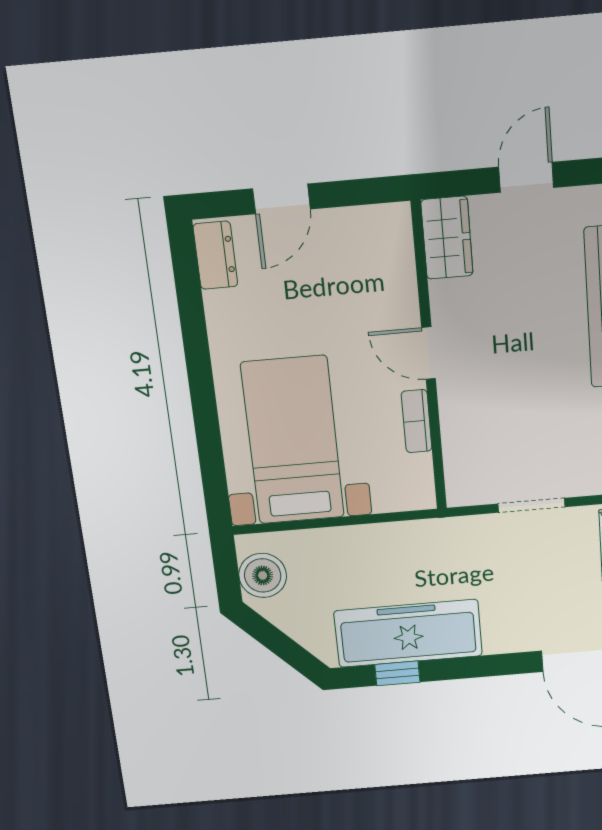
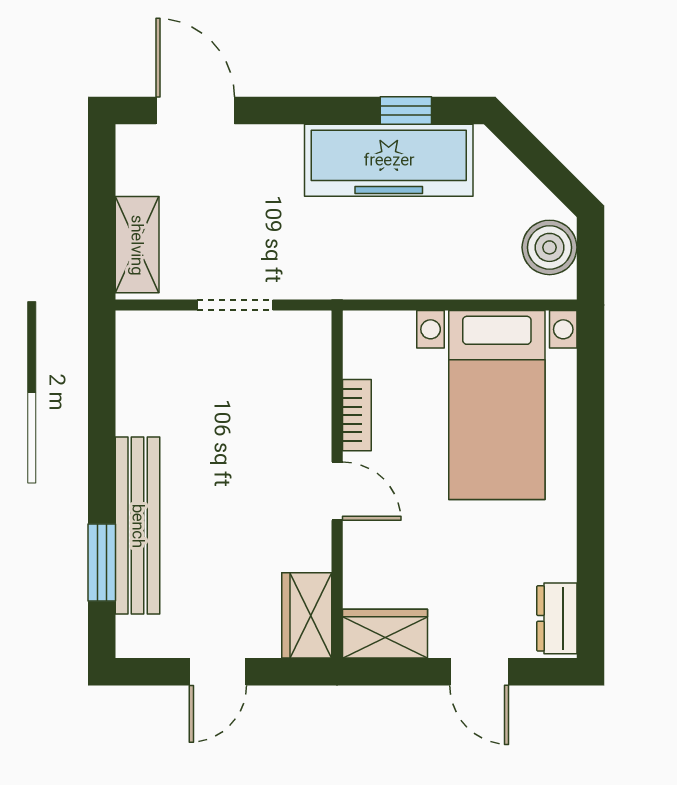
door: (281, 199) -> (479, 672), swing flipped
wardrobe: (373, 227) -> (385, 634), added

